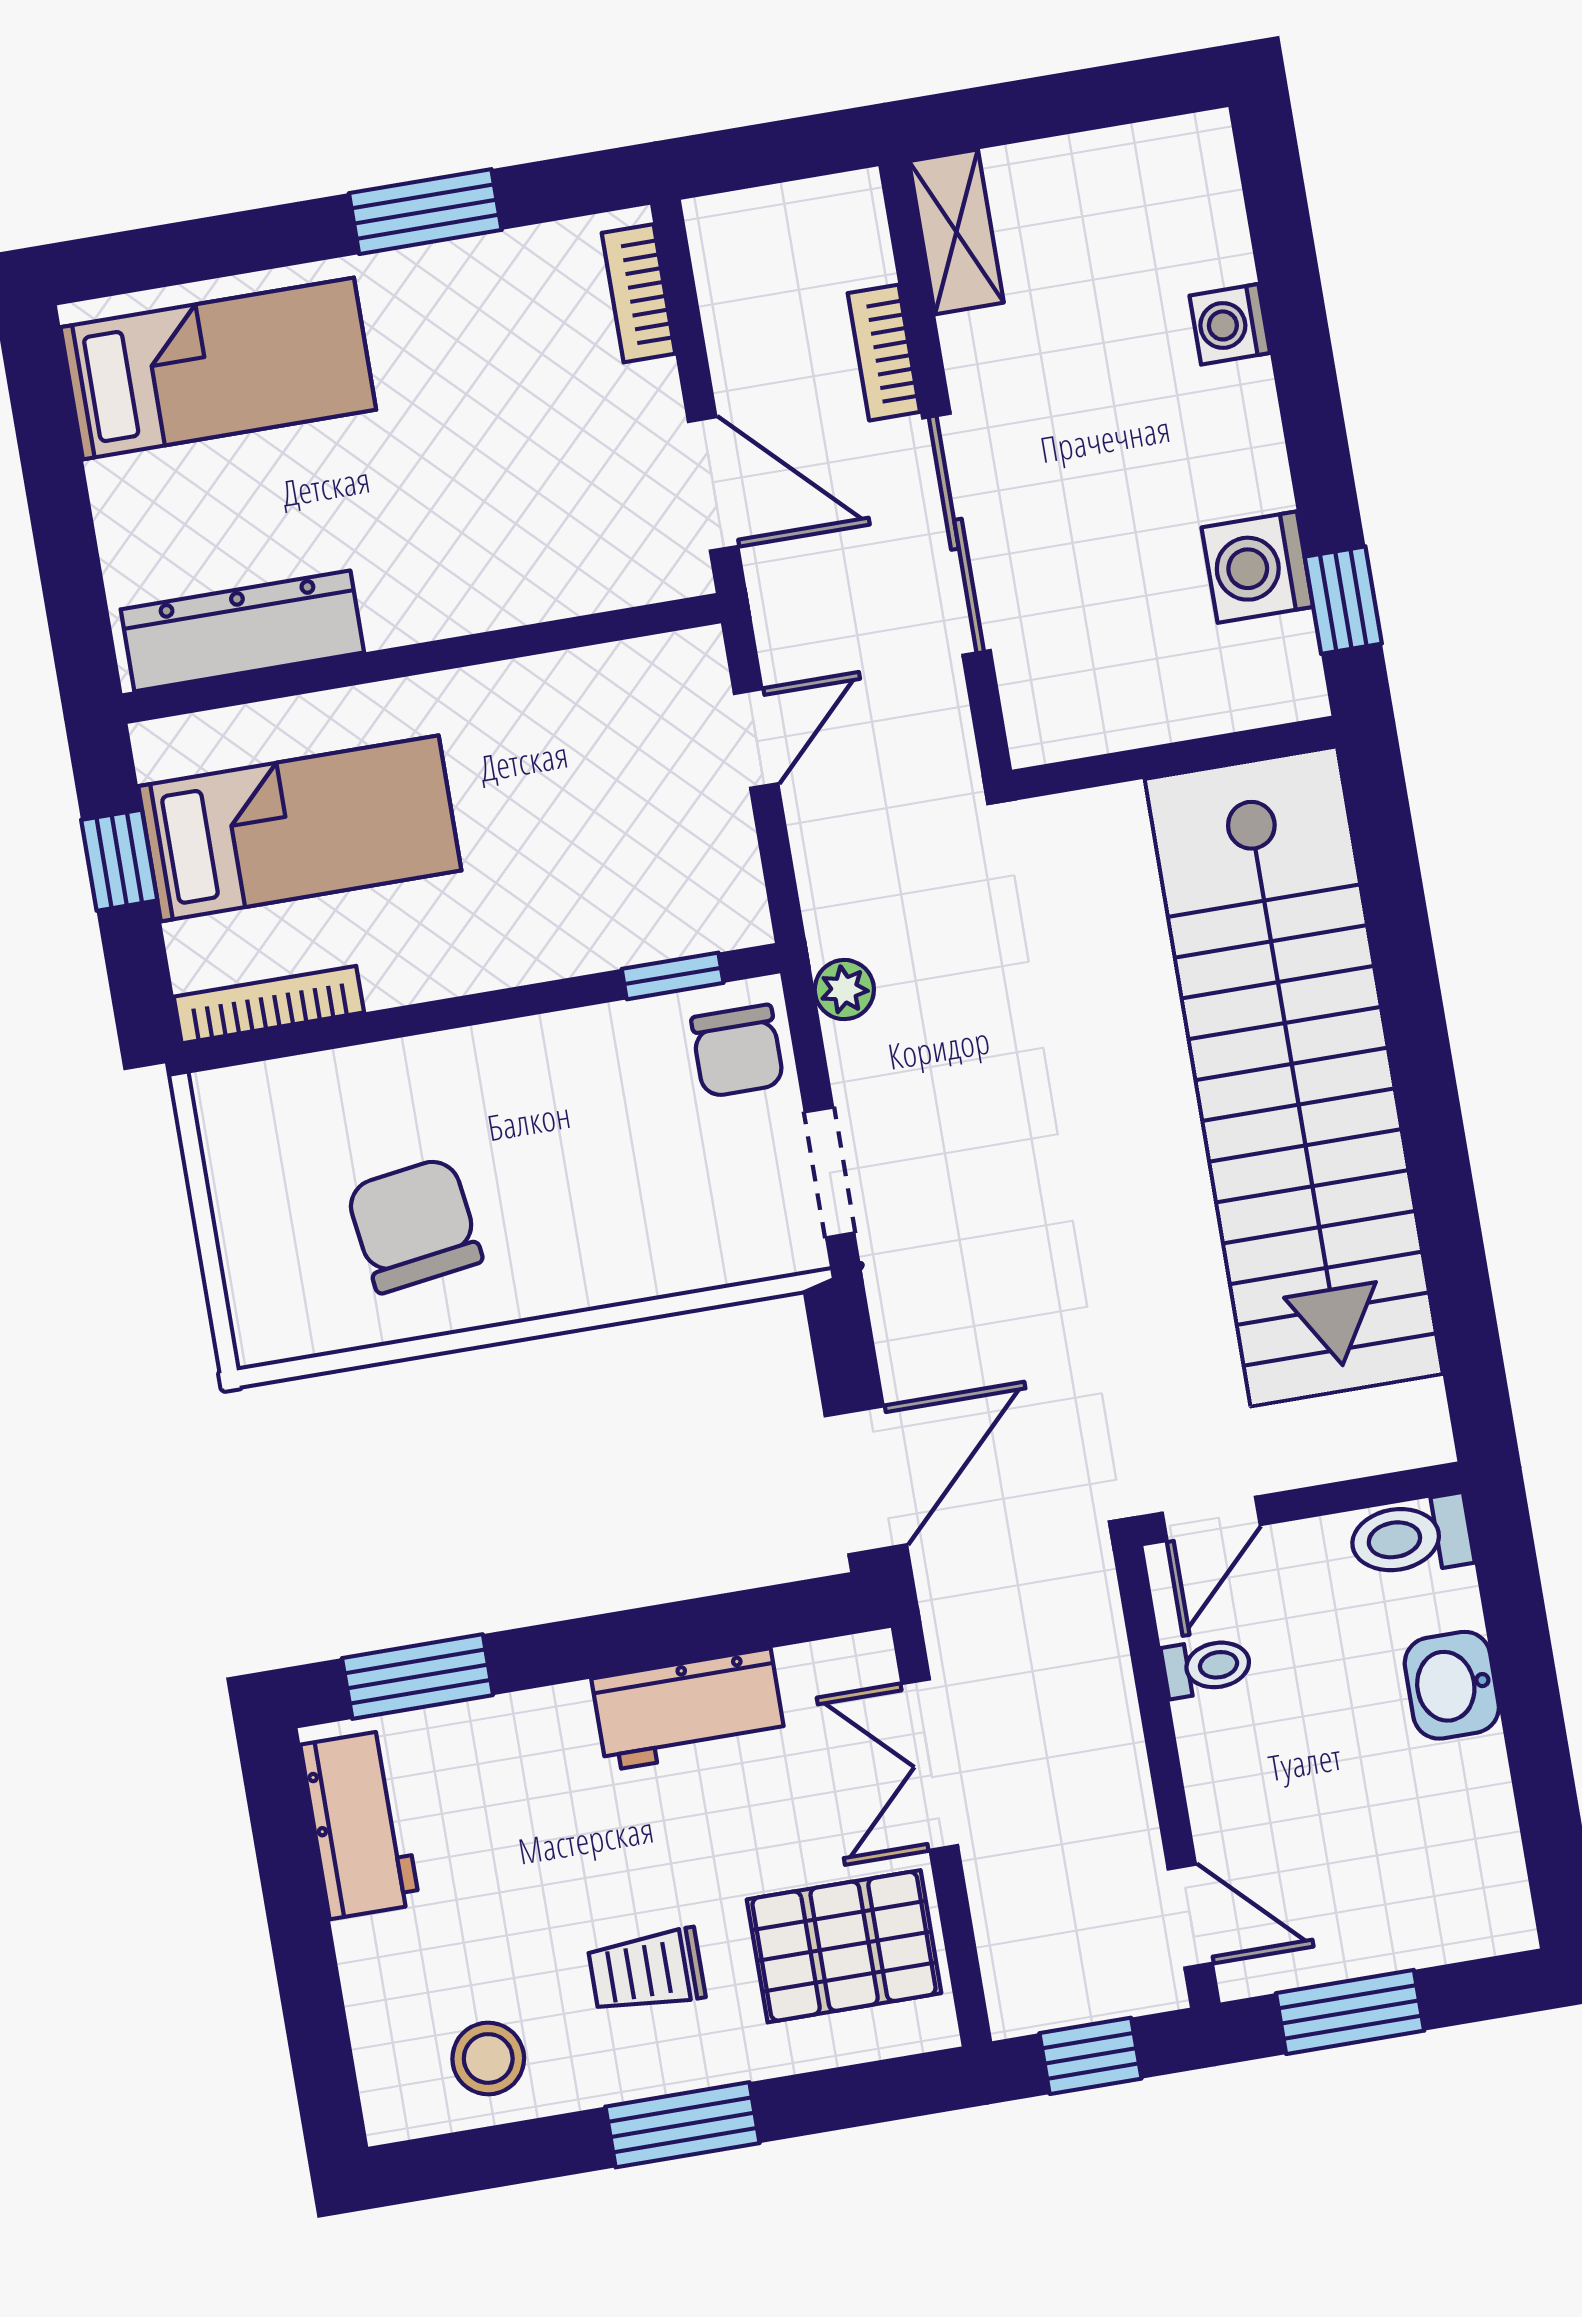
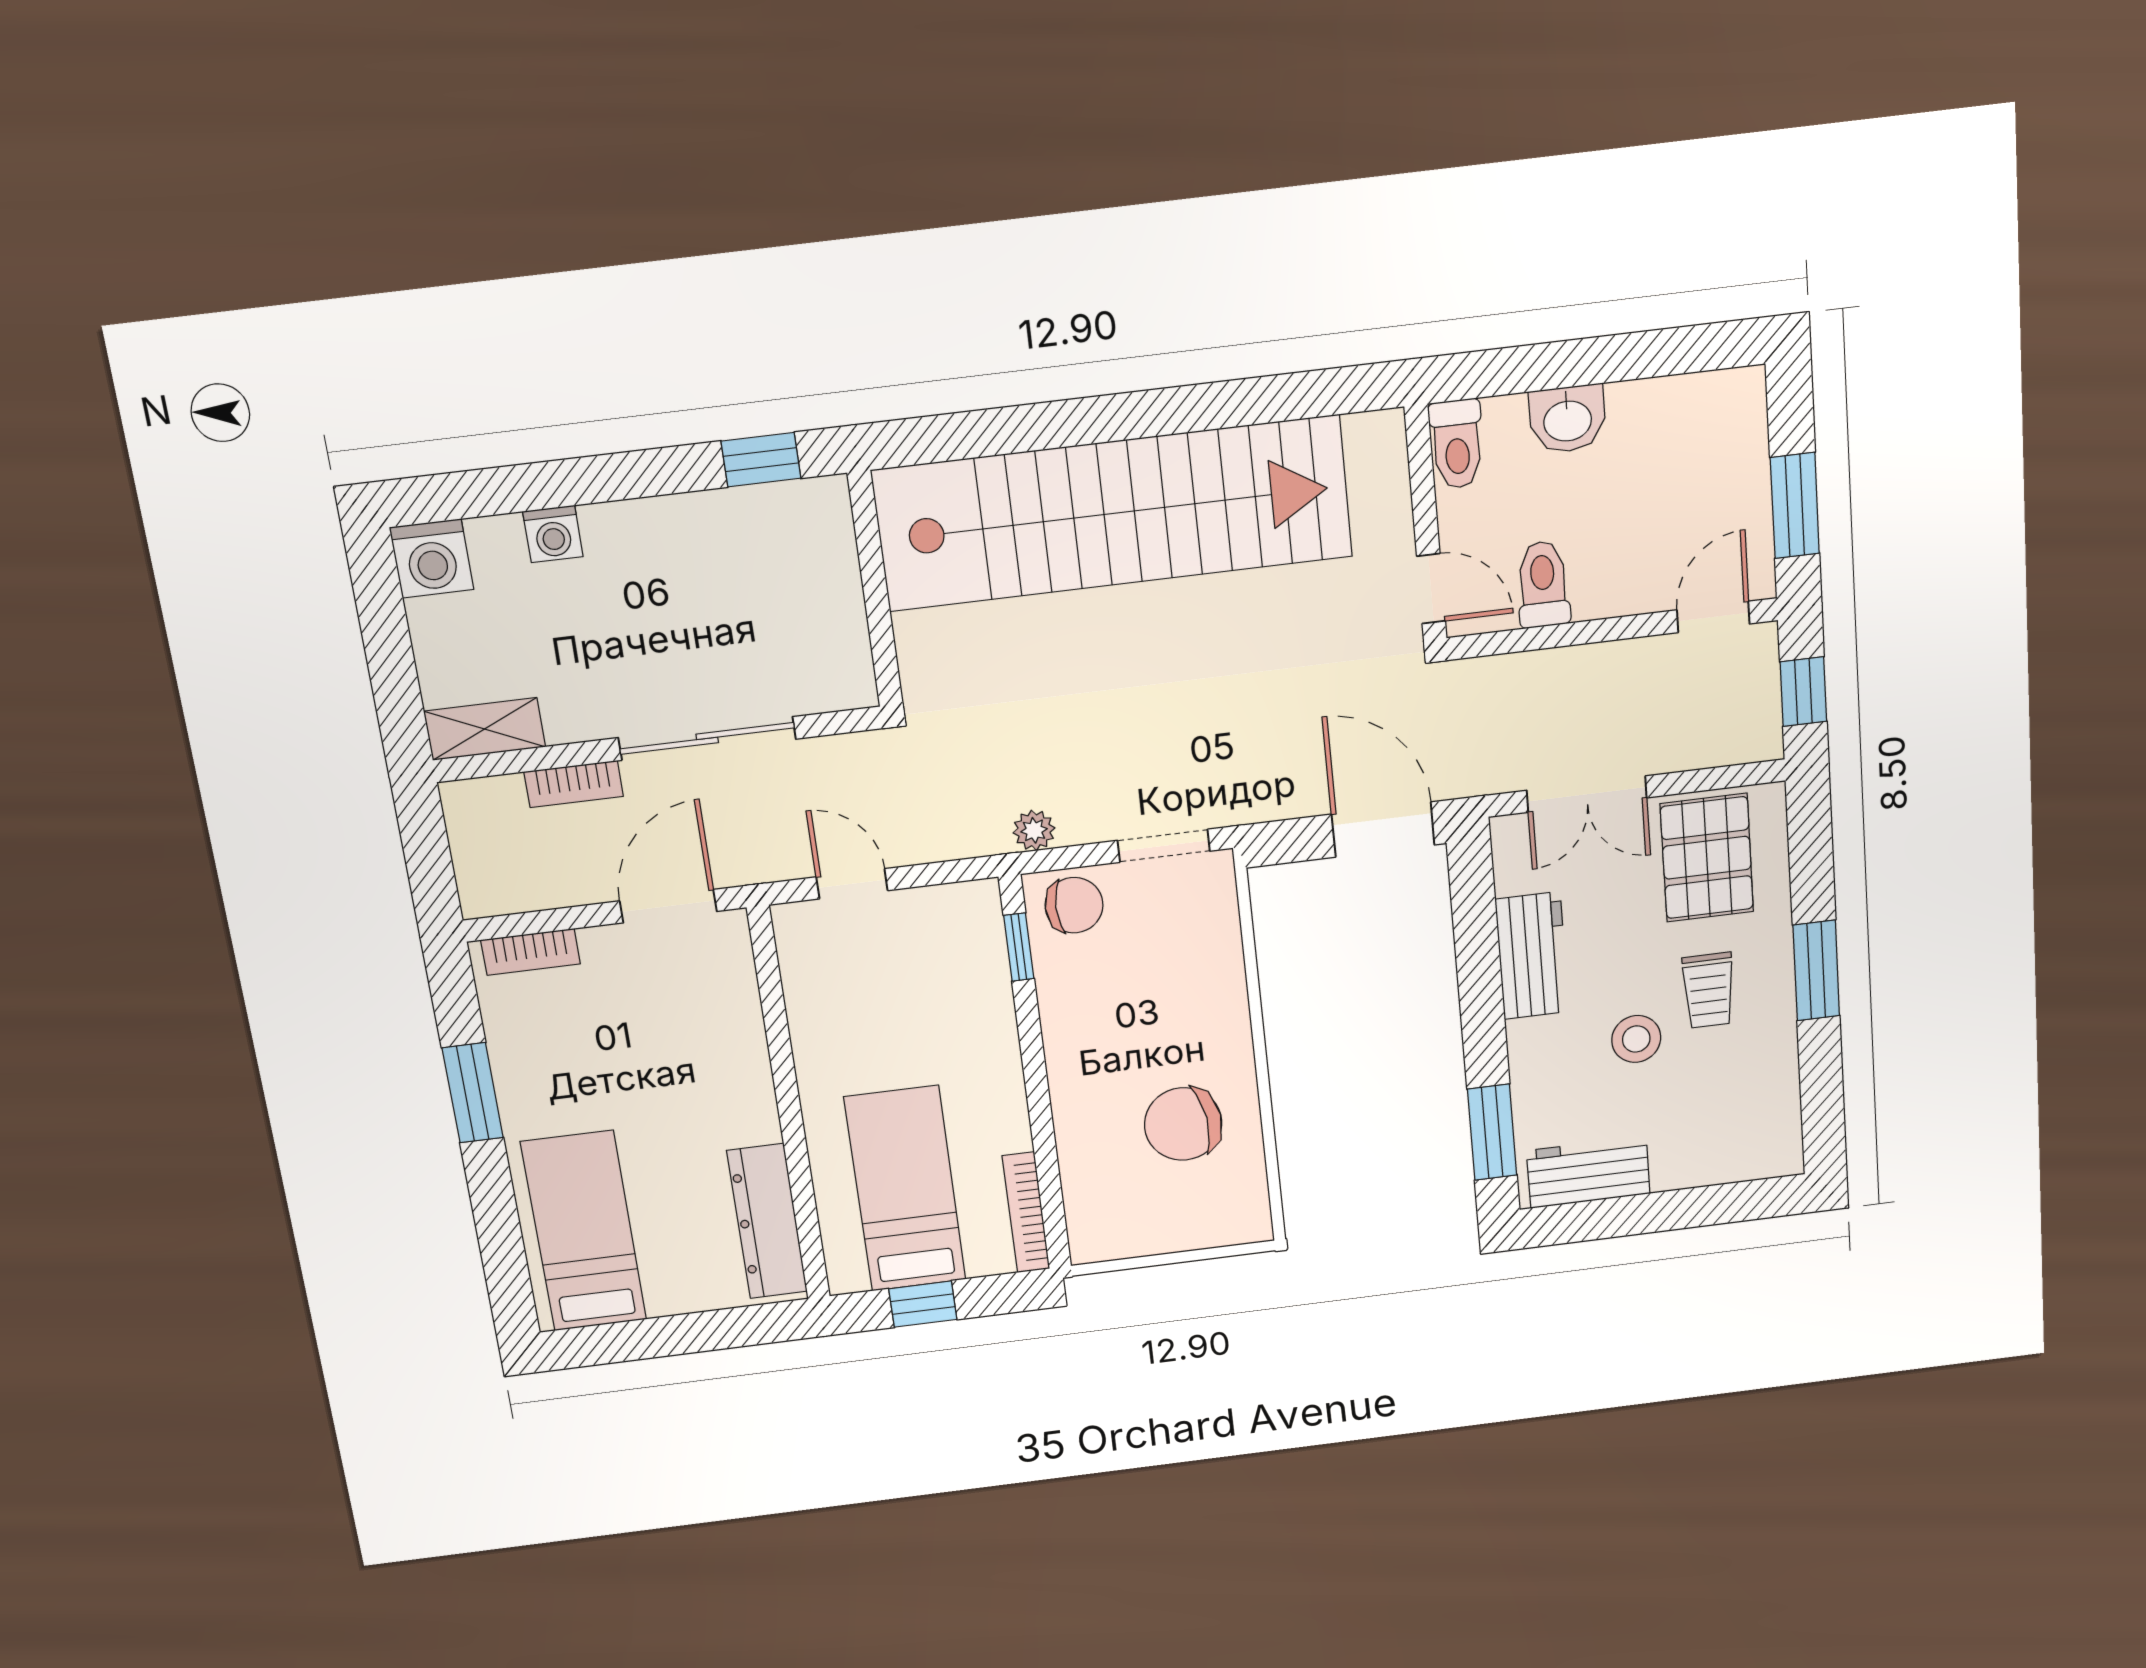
washing machine: (1257, 567) -> (432, 558), moved
toilet: (1207, 1667) -> (1543, 584), width x1.37, depth x1.39
stool: (488, 2058) -> (1636, 1039), moved

